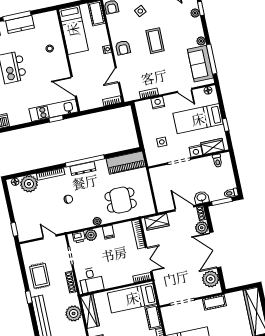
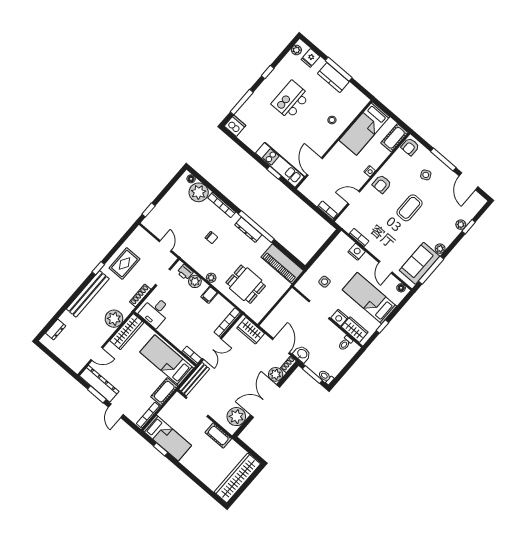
bench: (161, 289) -> (194, 379), added

